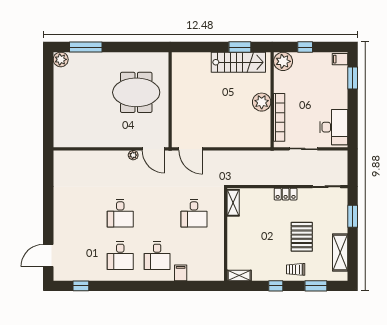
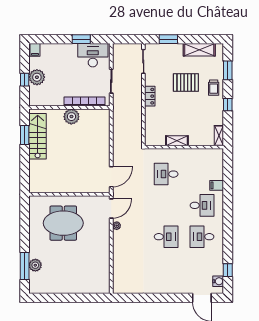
plant: (61, 59) -> (35, 265), moved
plant: (283, 61) -> (37, 77), moved
window: (353, 78) -> (81, 39), moved
meeting table: (136, 92) -> (63, 223), turned 90
shelving: (233, 203) -> (177, 141), moved
desk: (194, 213) -> (166, 174), turned 180
desk: (120, 256) -> (202, 237), turned 180
water cooler: (68, 275) -> (218, 281), added

